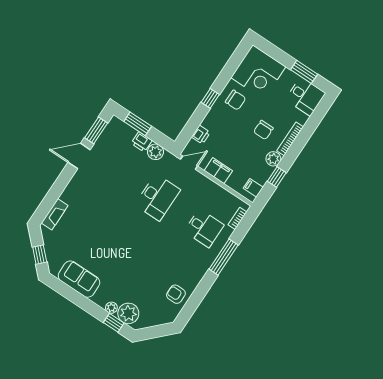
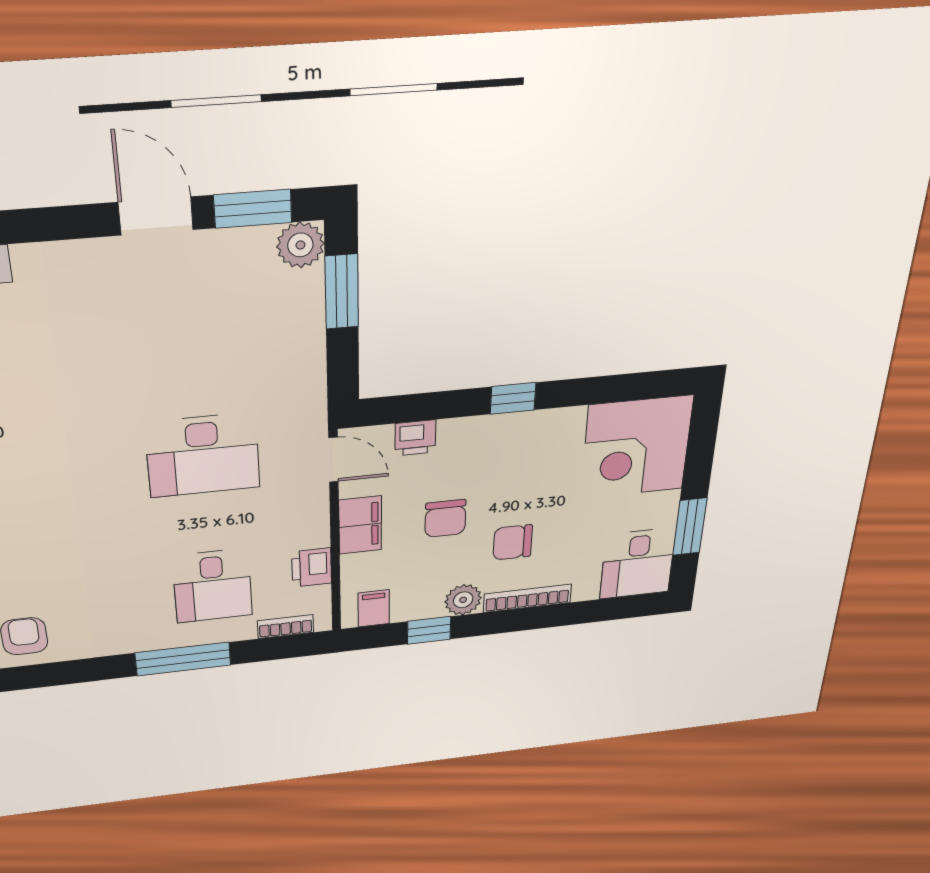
chair: (236, 100) -> (445, 518), moved
printer: (142, 142) -> (312, 568), moved
plant: (155, 152) -> (300, 245), moved

